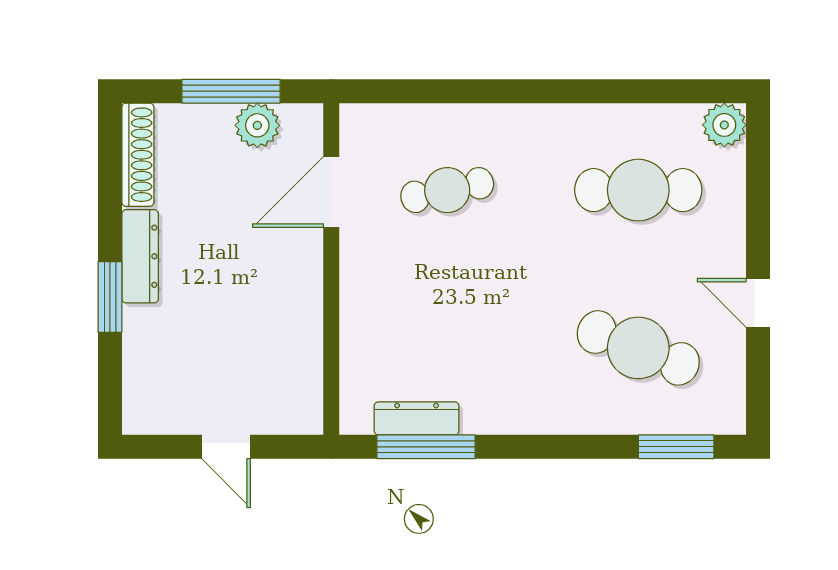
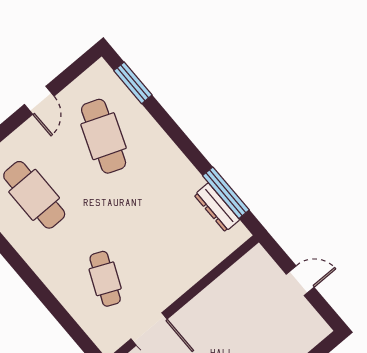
cafe table: (447, 190) -> (105, 279), turned 36
door: (226, 447) -> (300, 281), hinge flipped

